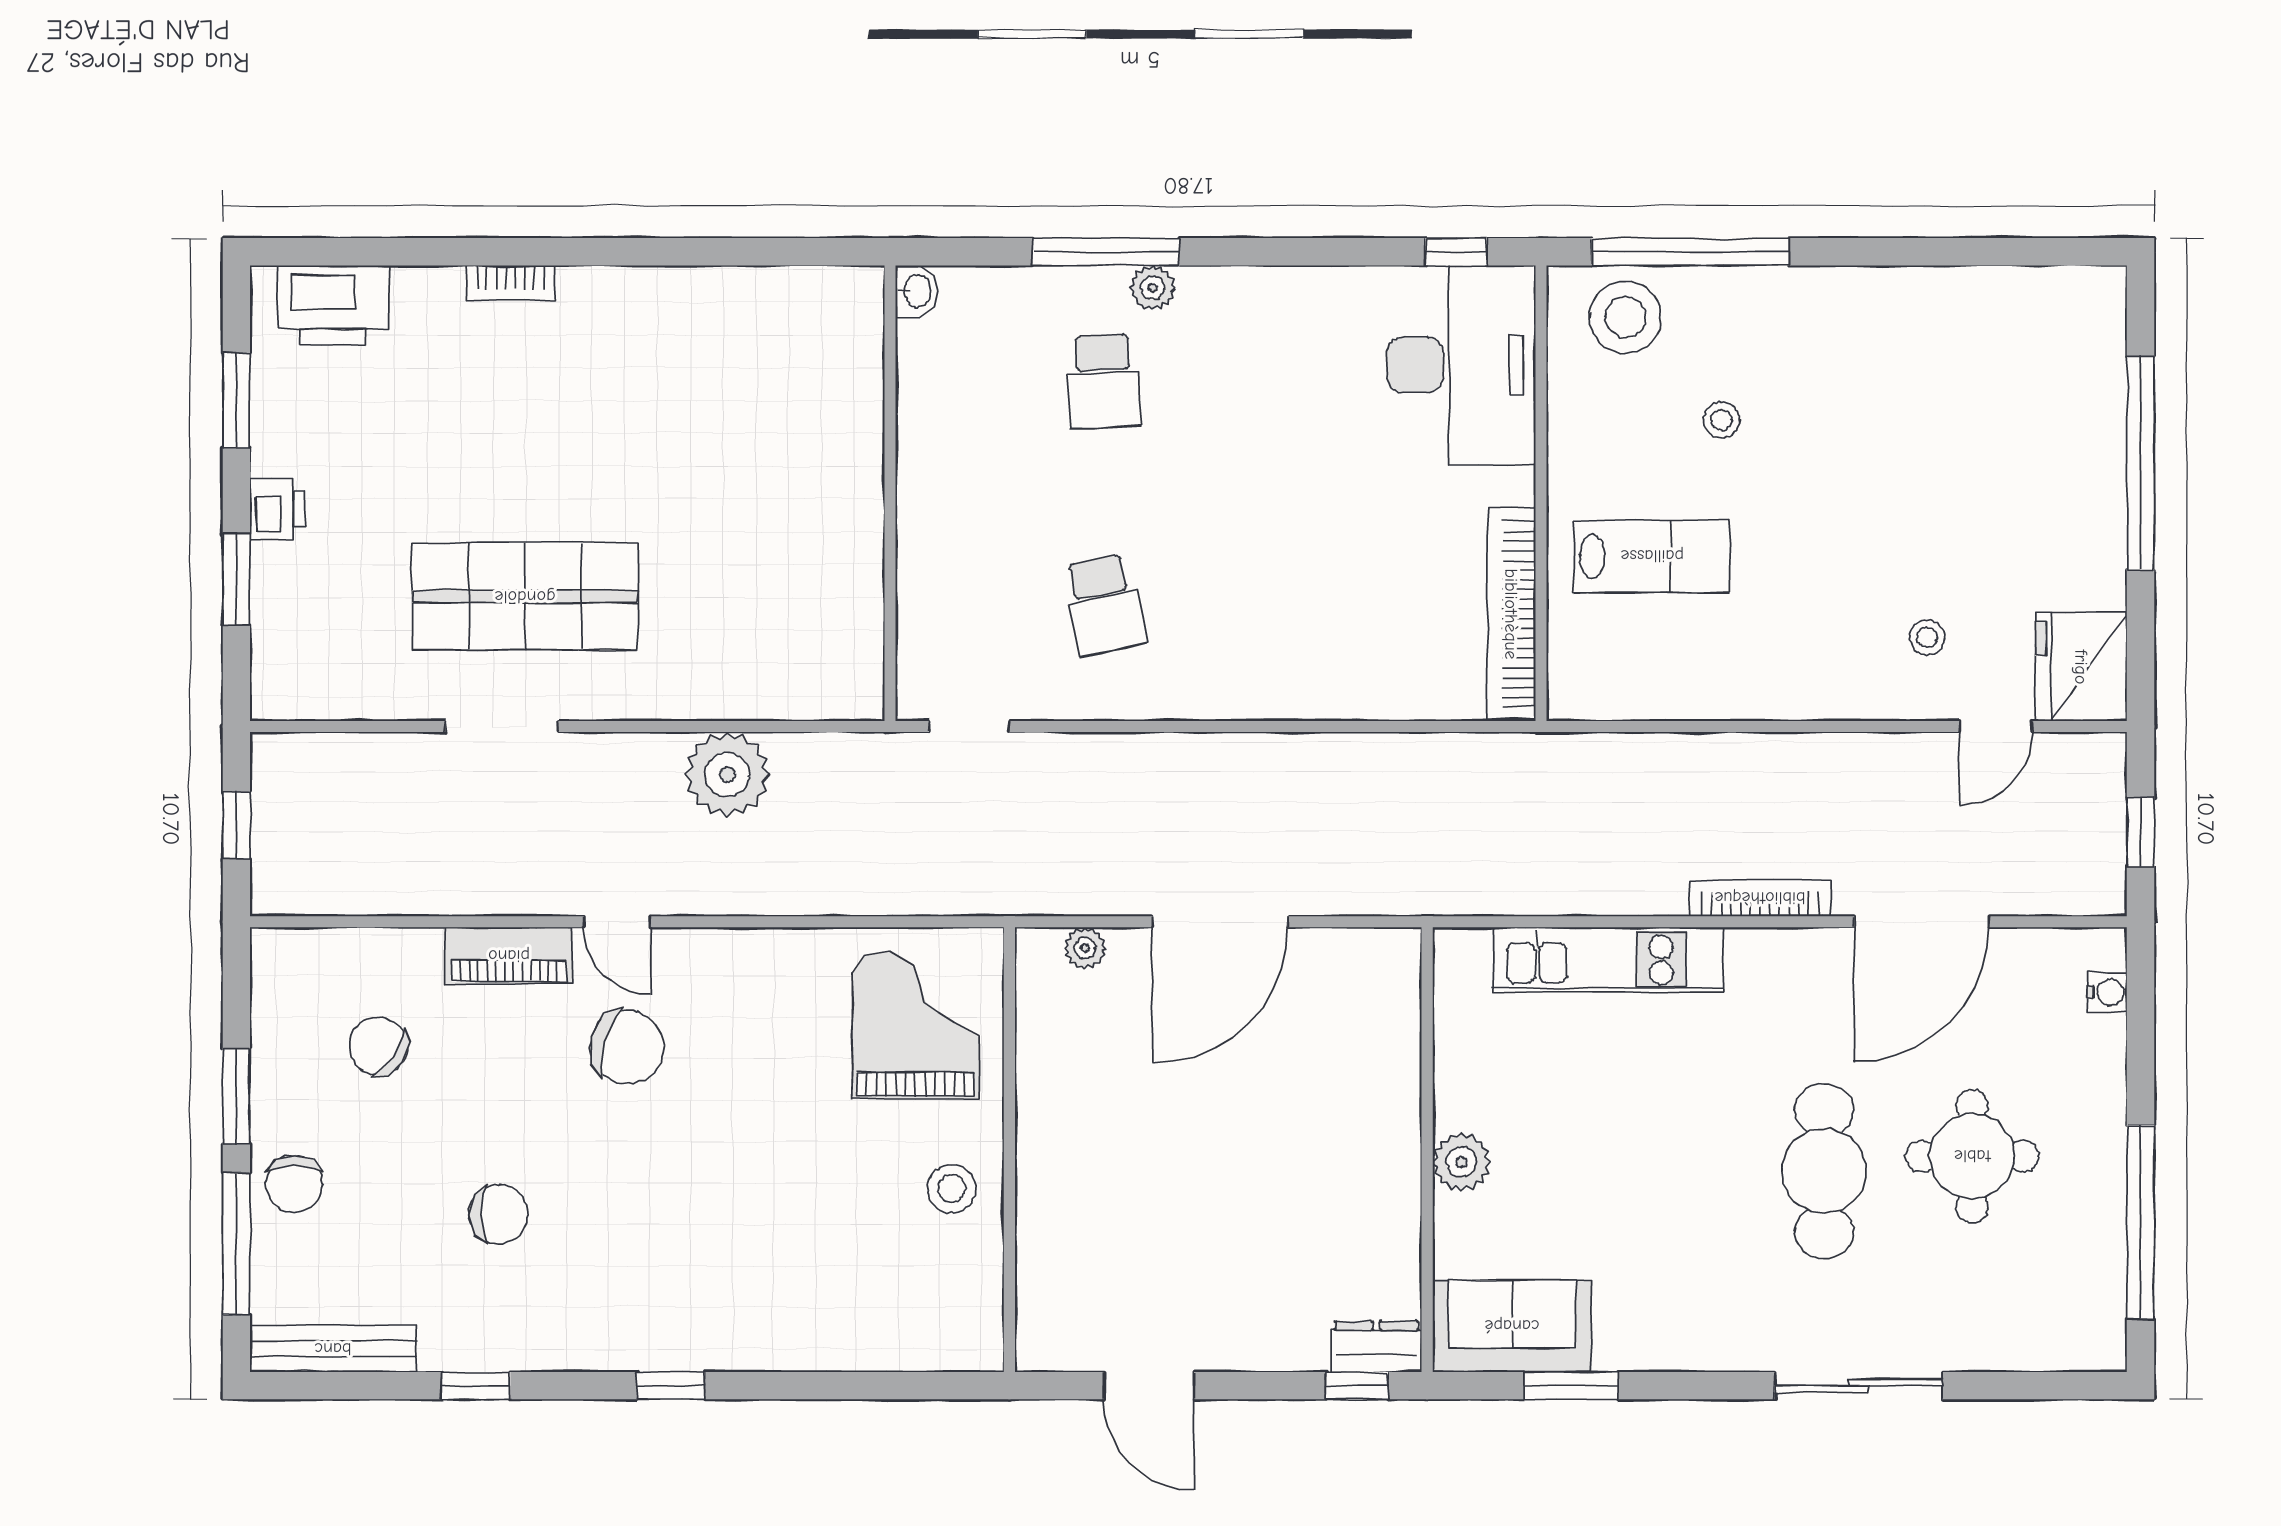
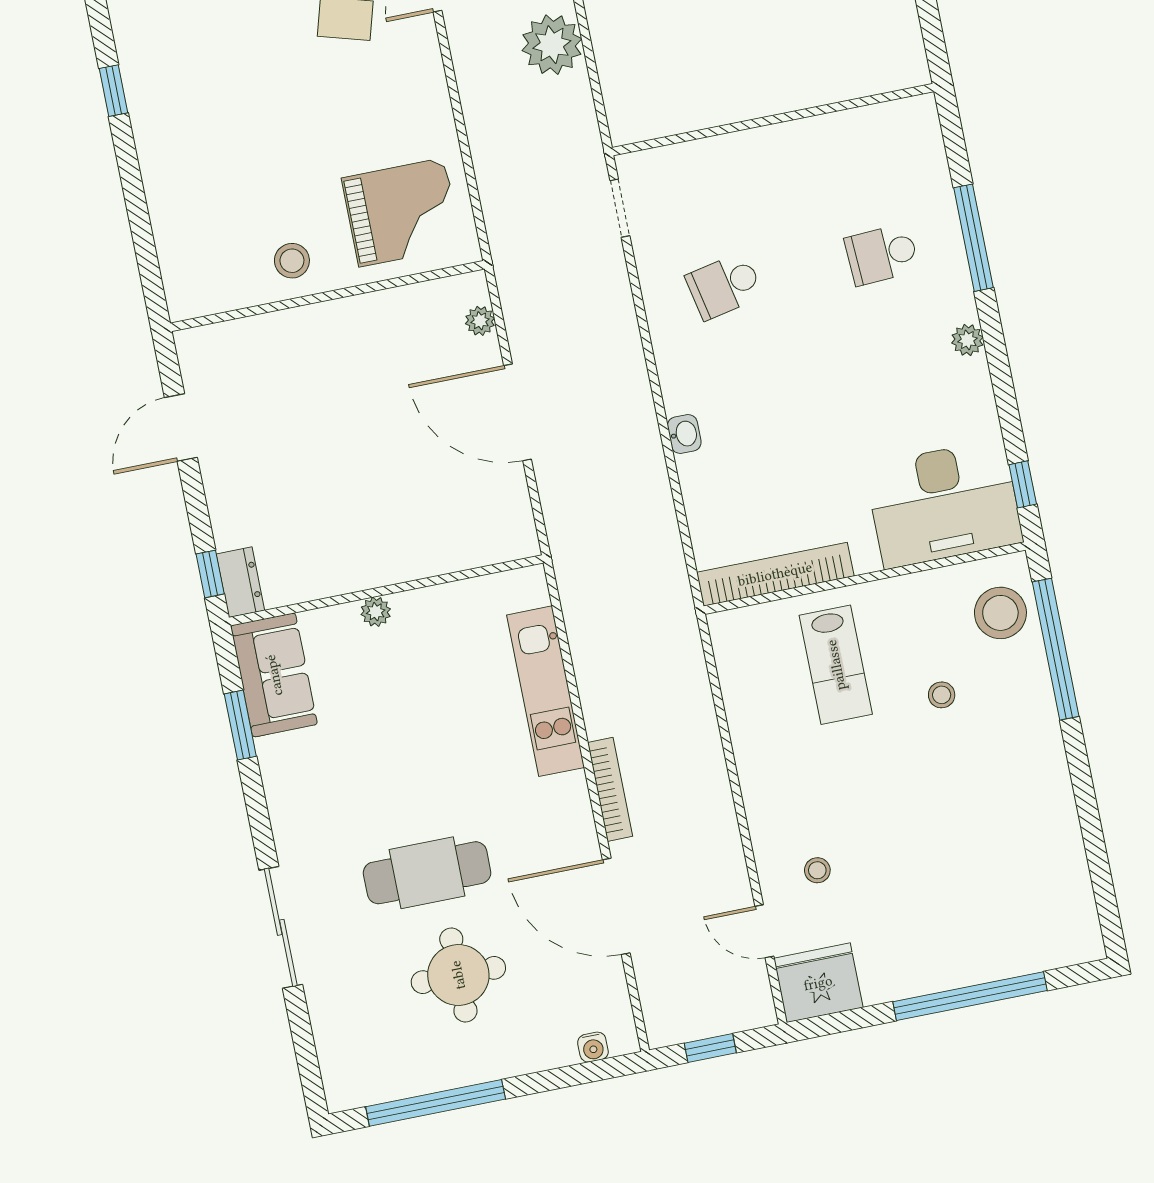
plant: (1153, 288) -> (967, 340), moved
washbasin: (916, 291) -> (684, 434), moved, turned -90
plant: (1462, 1162) -> (376, 612), width x0.73, depth x0.73

